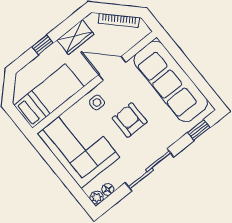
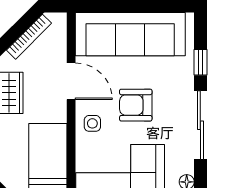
door: (112, 68) -> (71, 81), swing flipped
window: (199, 130) -> (200, 62), moved

